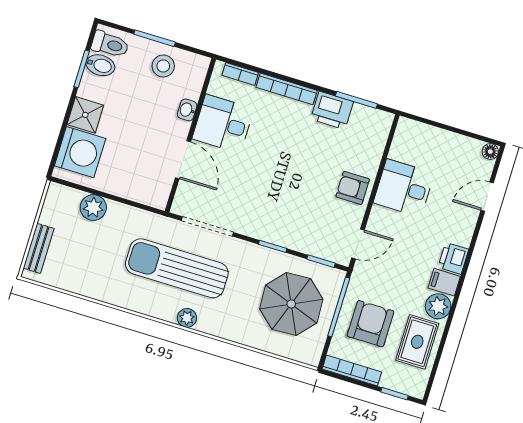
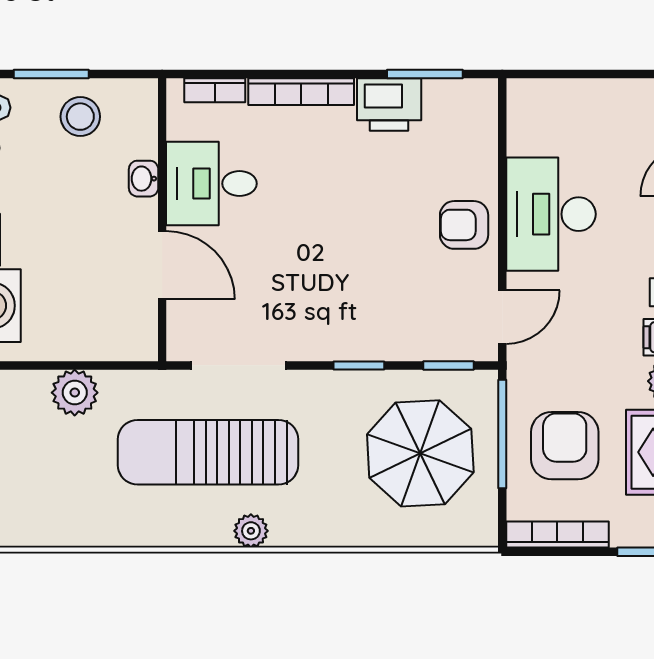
desk: (404, 188) -> (551, 214), width x1.37
plant: (93, 208) -> (75, 393), moved

